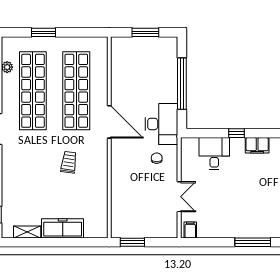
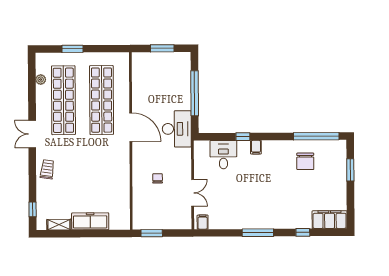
filing cabinet: (257, 145) -> (256, 147), width x0.50
chair: (157, 158) -> (158, 178), moved
trolley: (69, 162) -> (47, 169), moved

